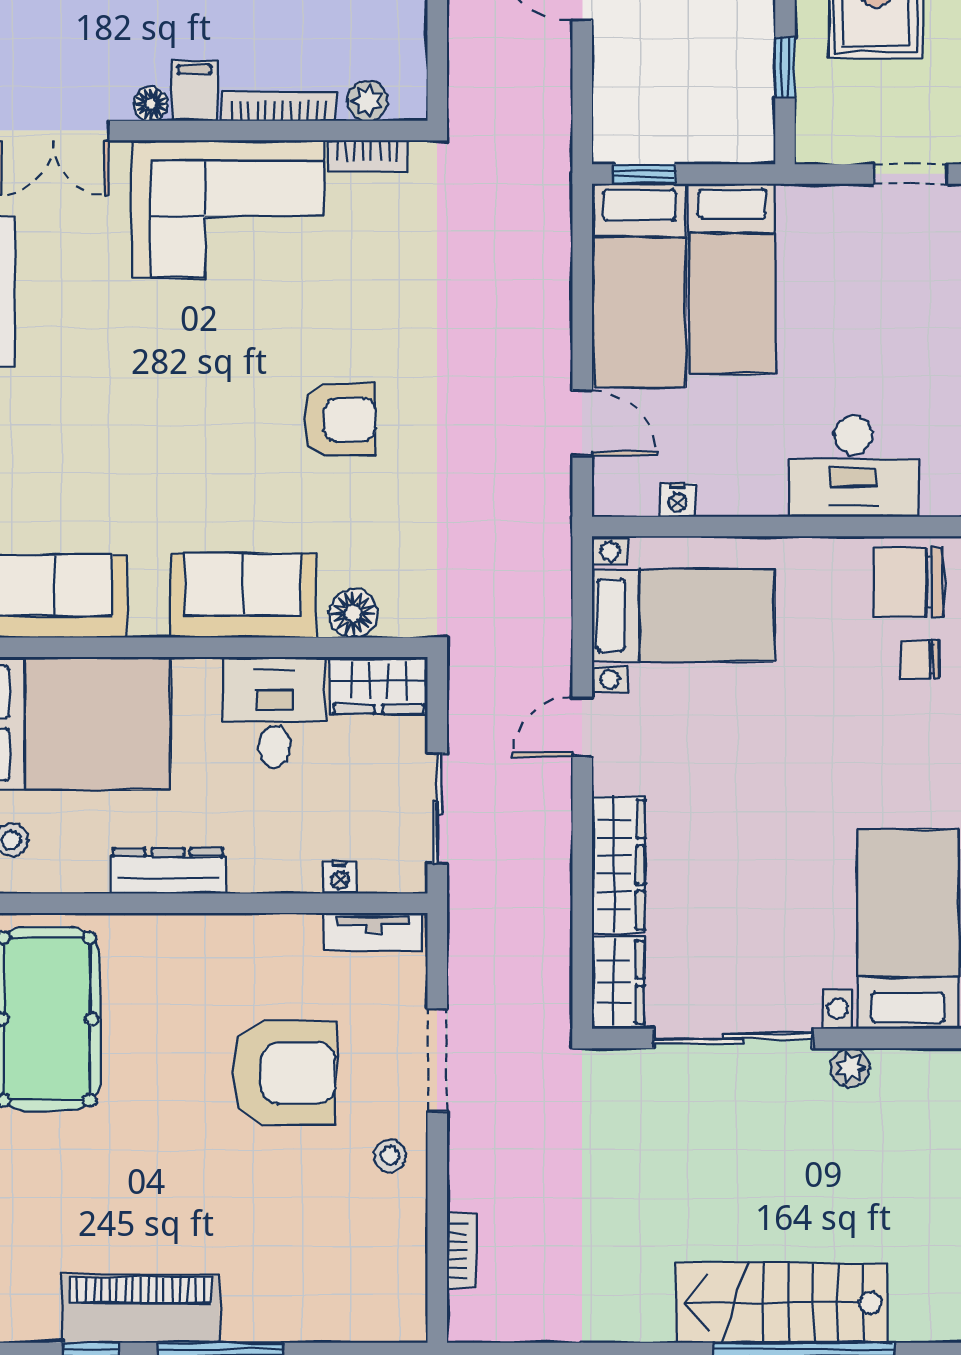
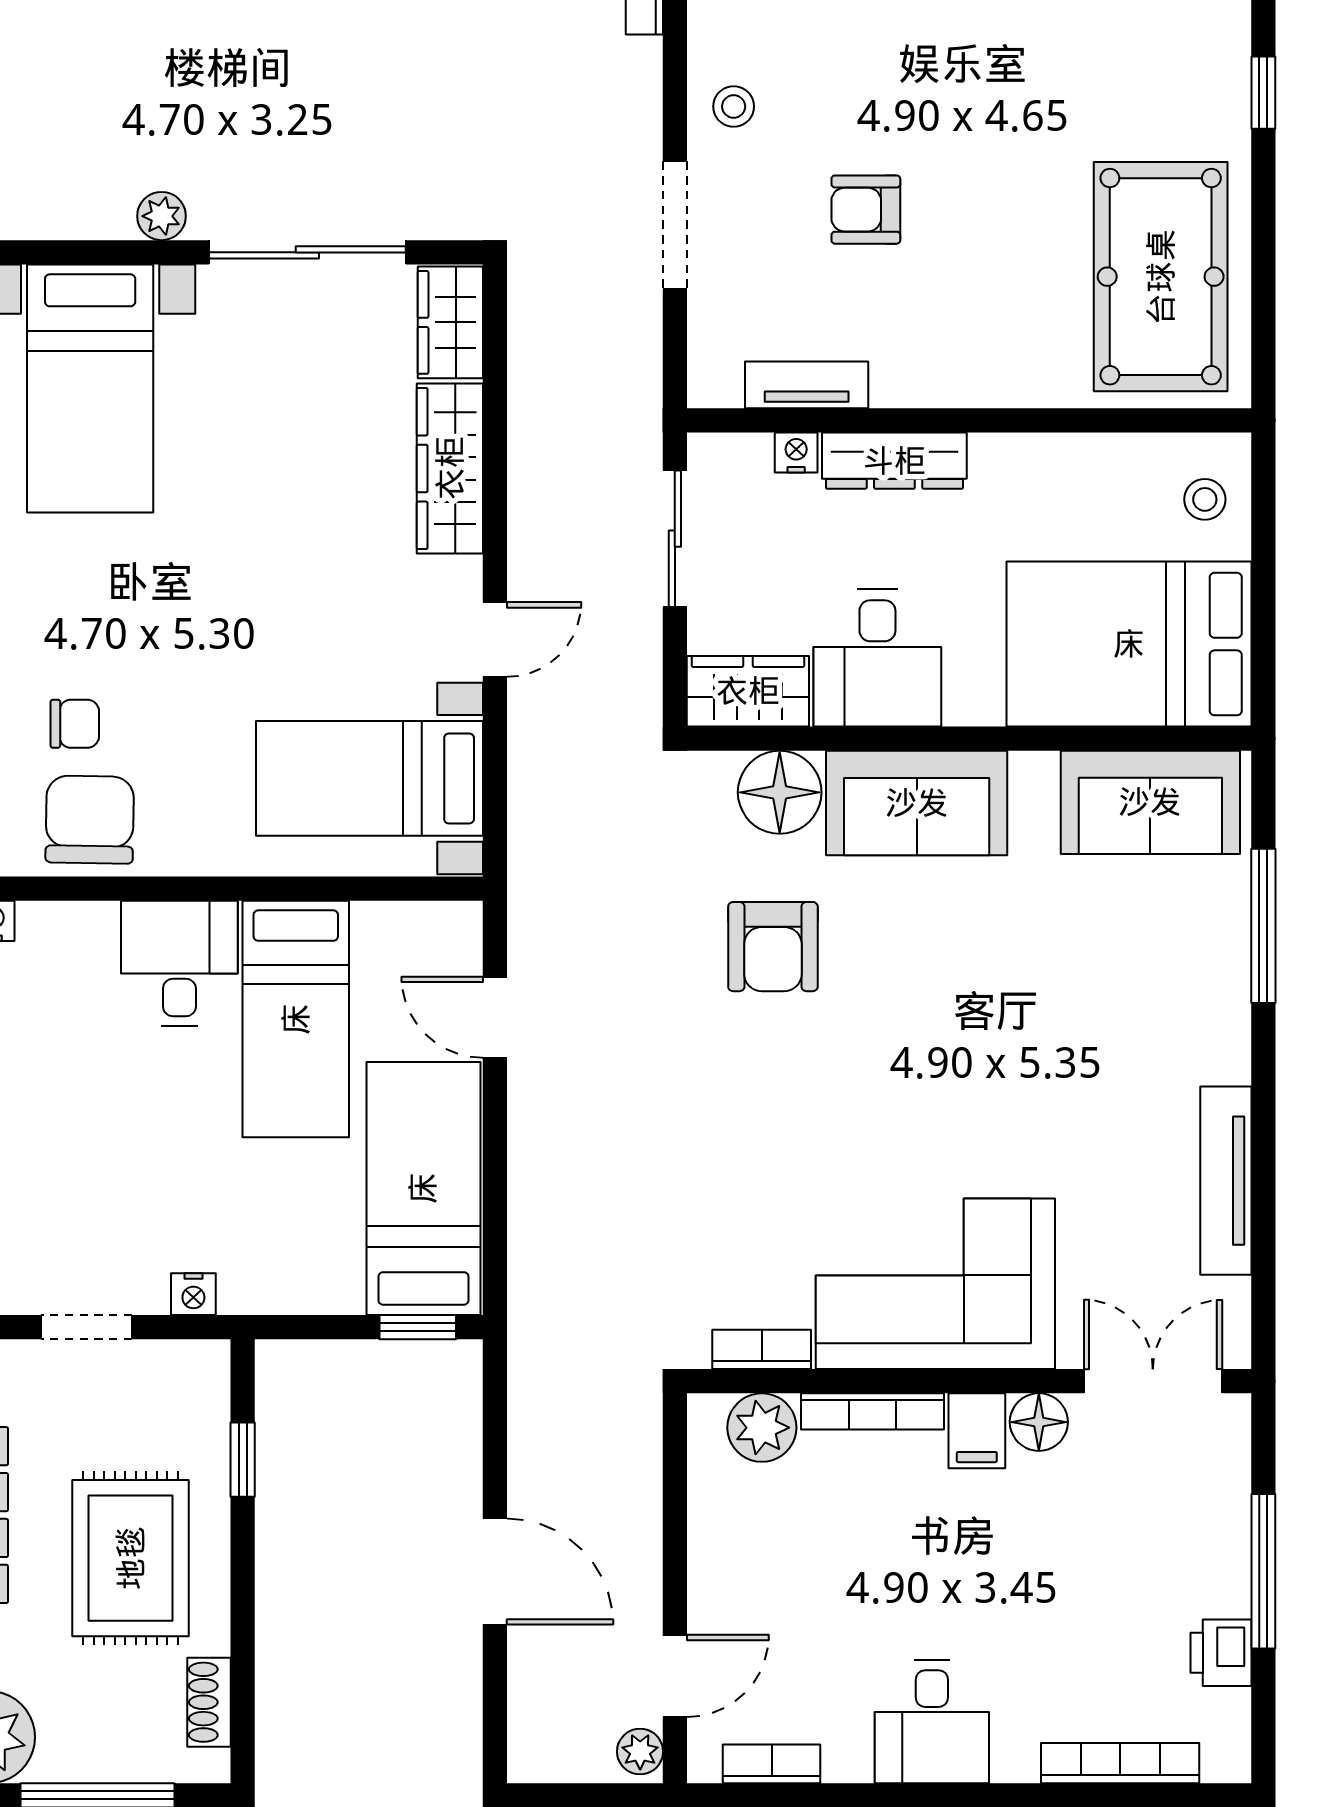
plant: (367, 101) -> (762, 1428), width x1.38, depth x1.38
floor lamp: (151, 104) -> (1039, 1422), width x1.37, depth x1.37
bed: (732, 279) -> (296, 1019), moved, turned 180
armchair: (339, 420) -> (773, 947), moved, turned -89
desk: (853, 466) -> (179, 964), width x0.73
nightstand: (678, 500) -> (193, 1294), moved, turned 180
chair: (908, 582) -> (90, 820), turned -89
floor lamp: (353, 613) -> (780, 792), width x1.38, depth x1.38
dresser: (168, 871) -> (894, 461), moved
tv unit: (373, 932) -> (807, 385), moved
armchair: (284, 1073) -> (866, 210), width x0.53, depth x0.53

